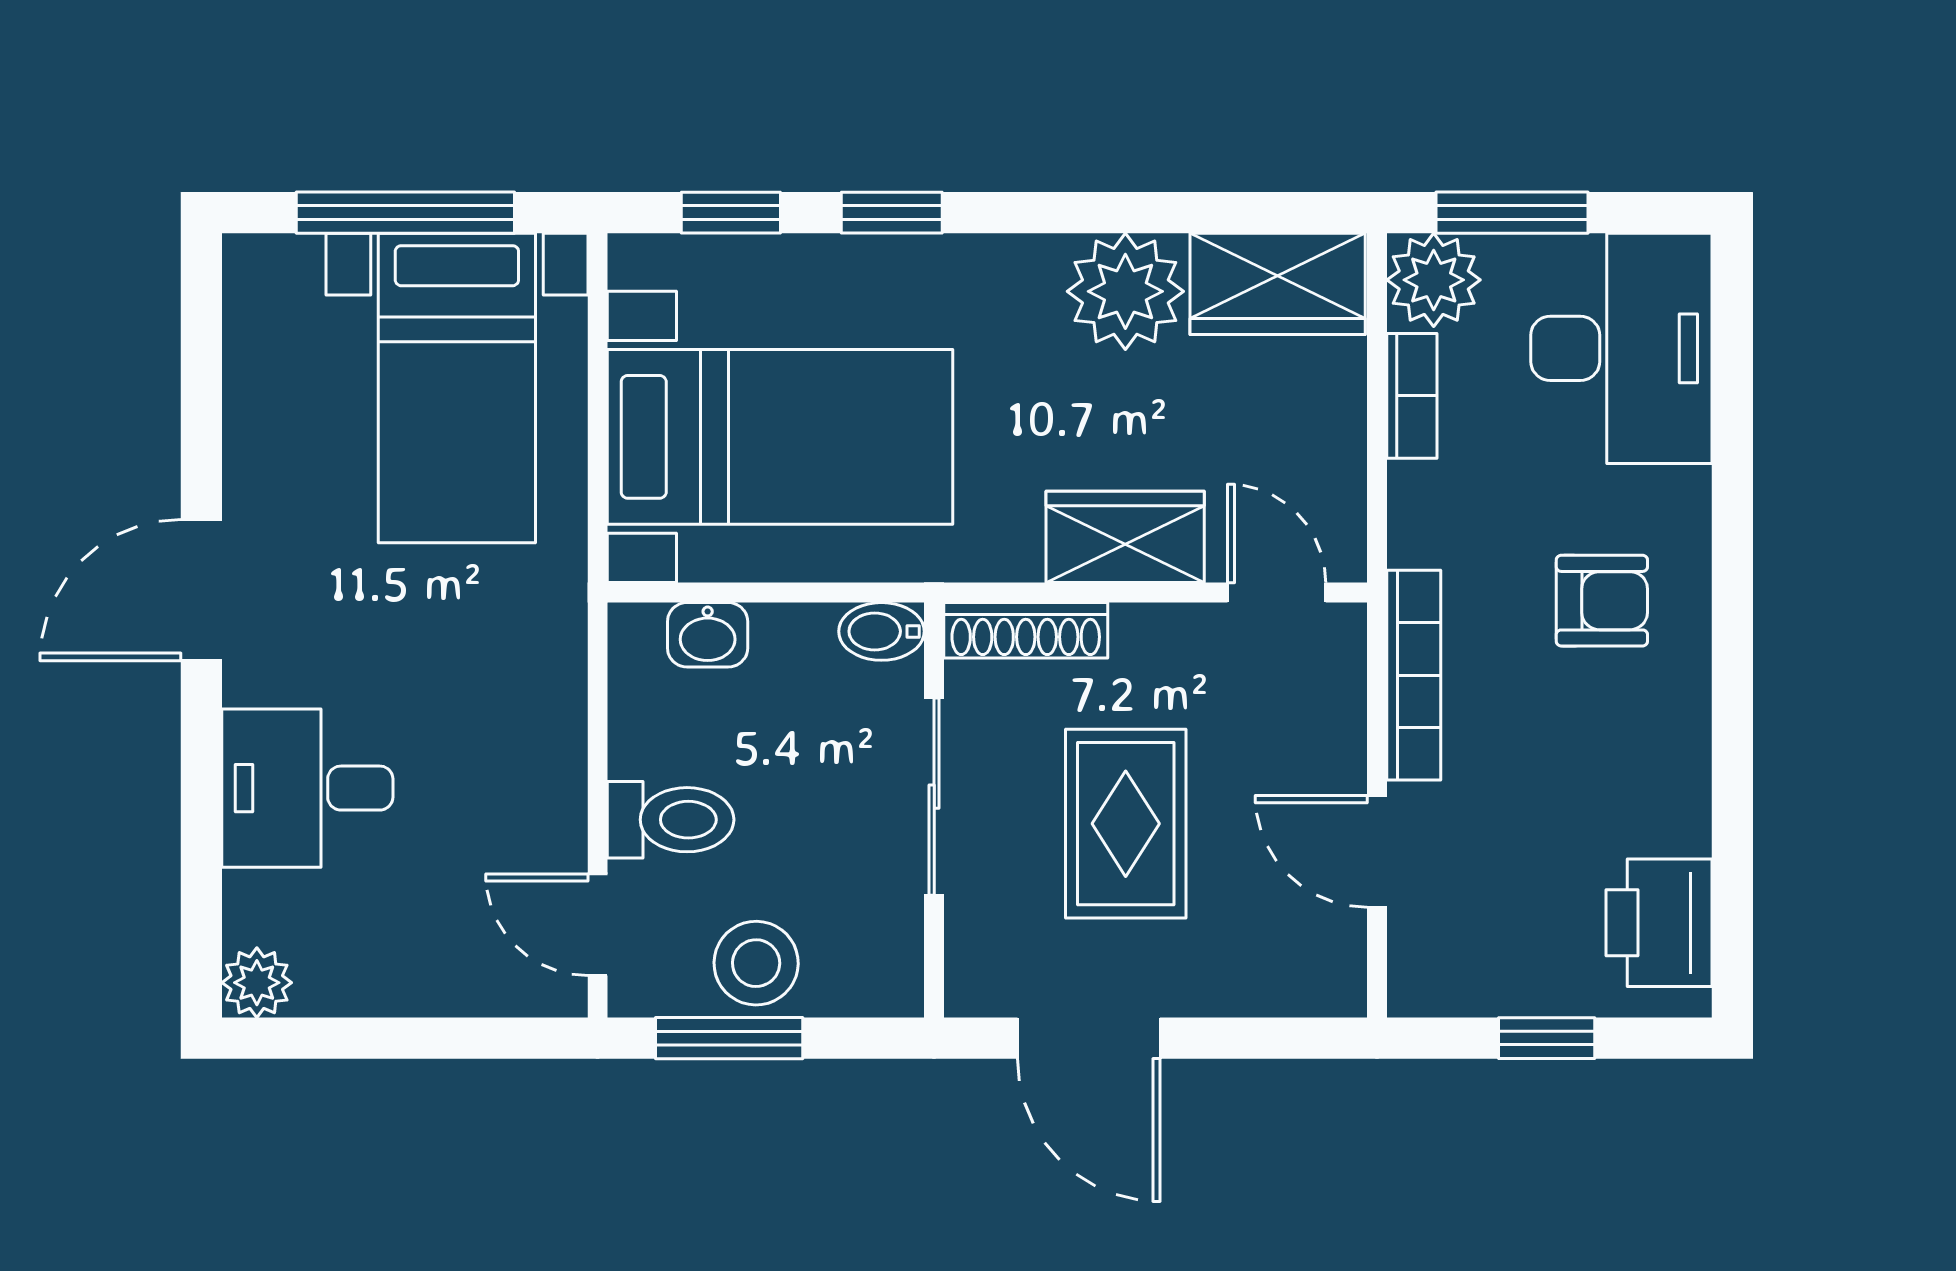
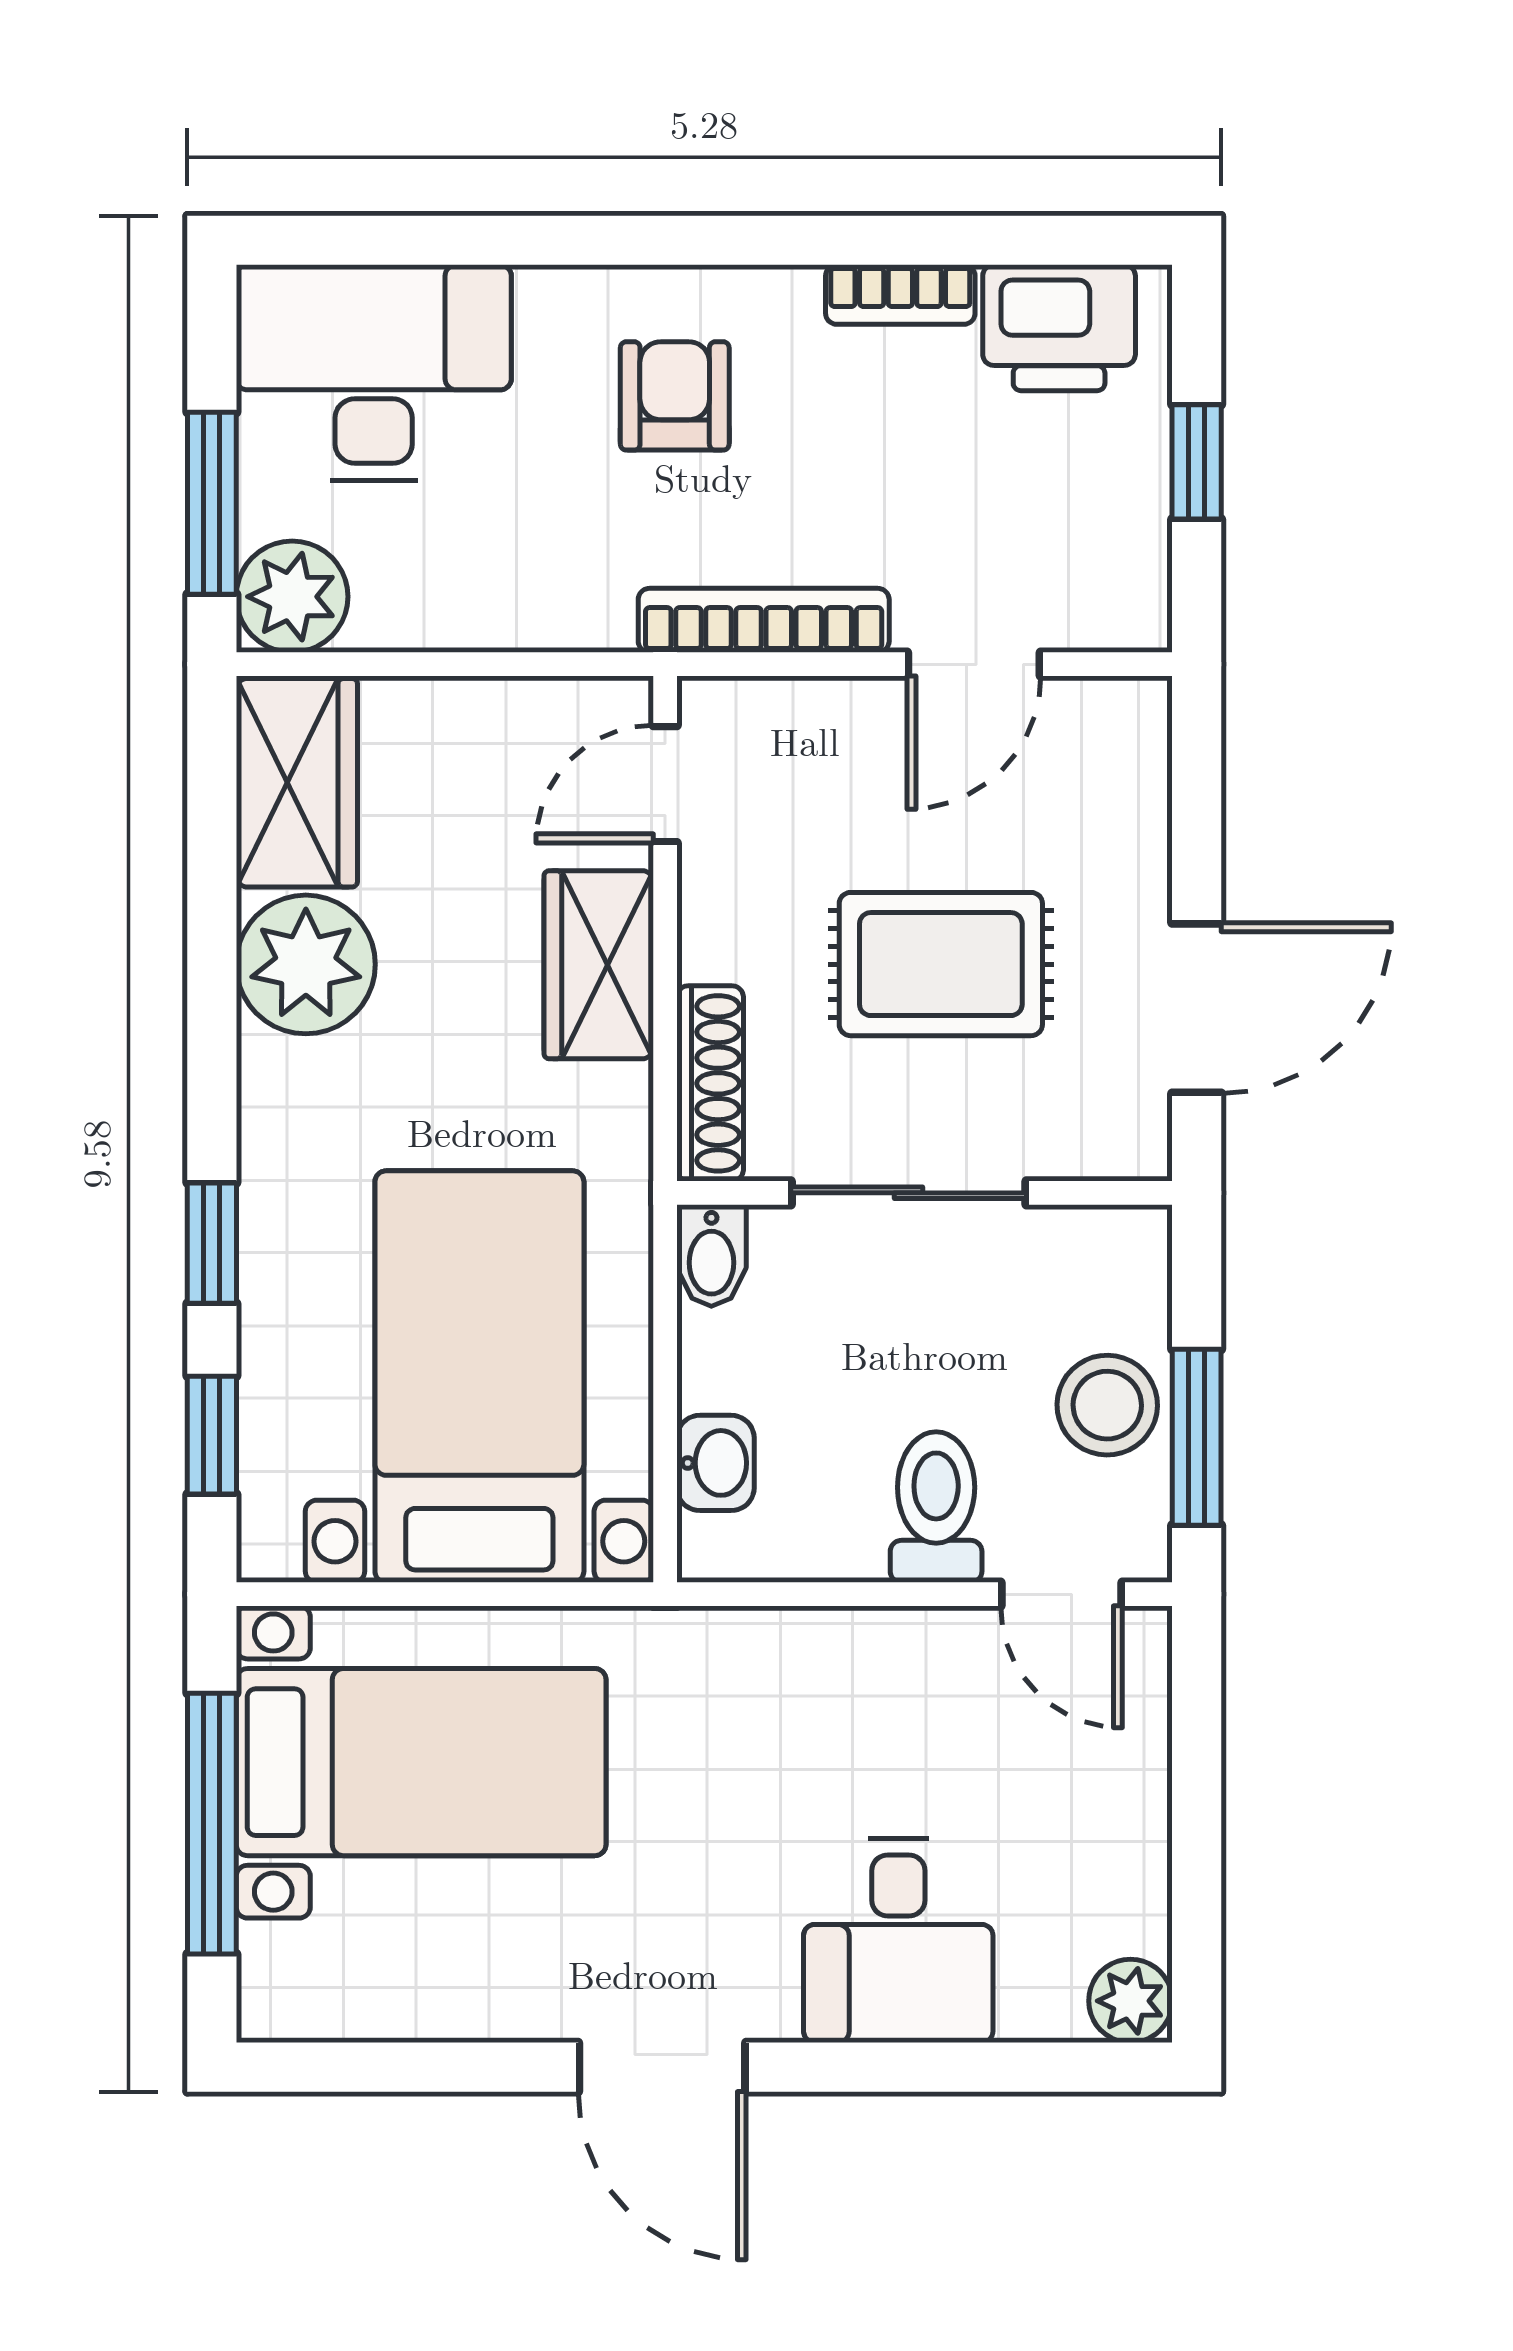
bookcase: (1412, 396) -> (900, 295), moved, turned 180
door: (598, 925) -> (1061, 1594), hinge flipped

